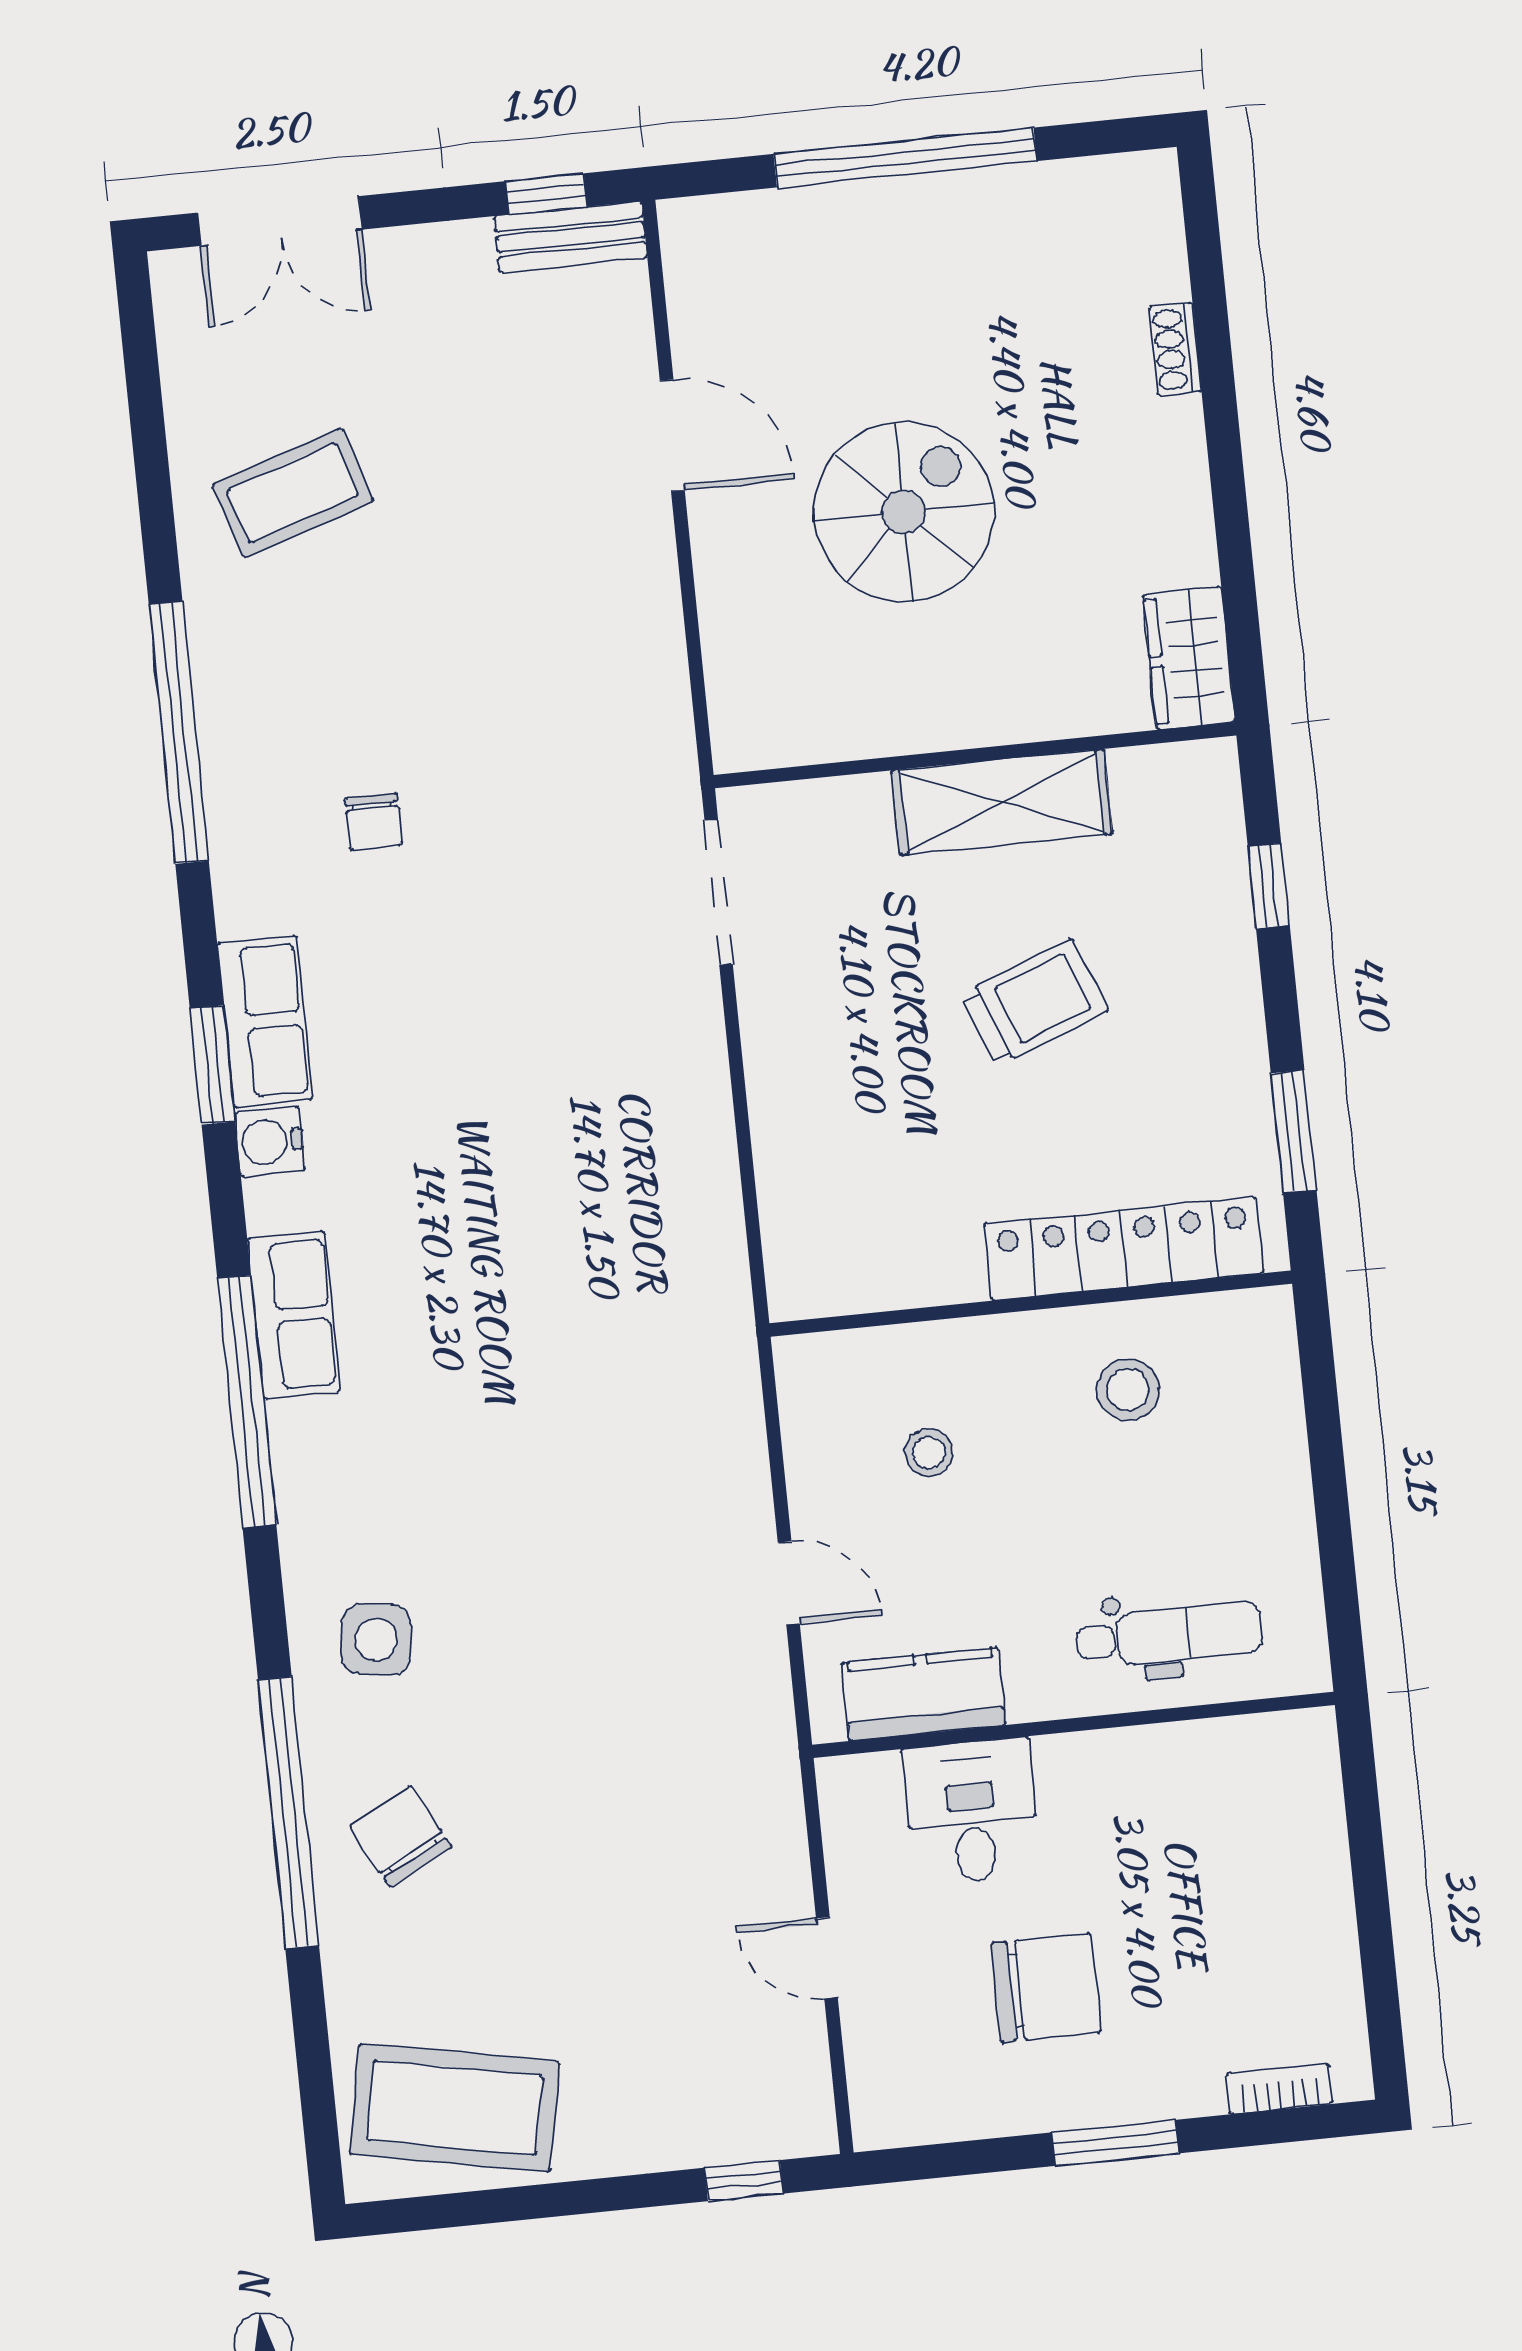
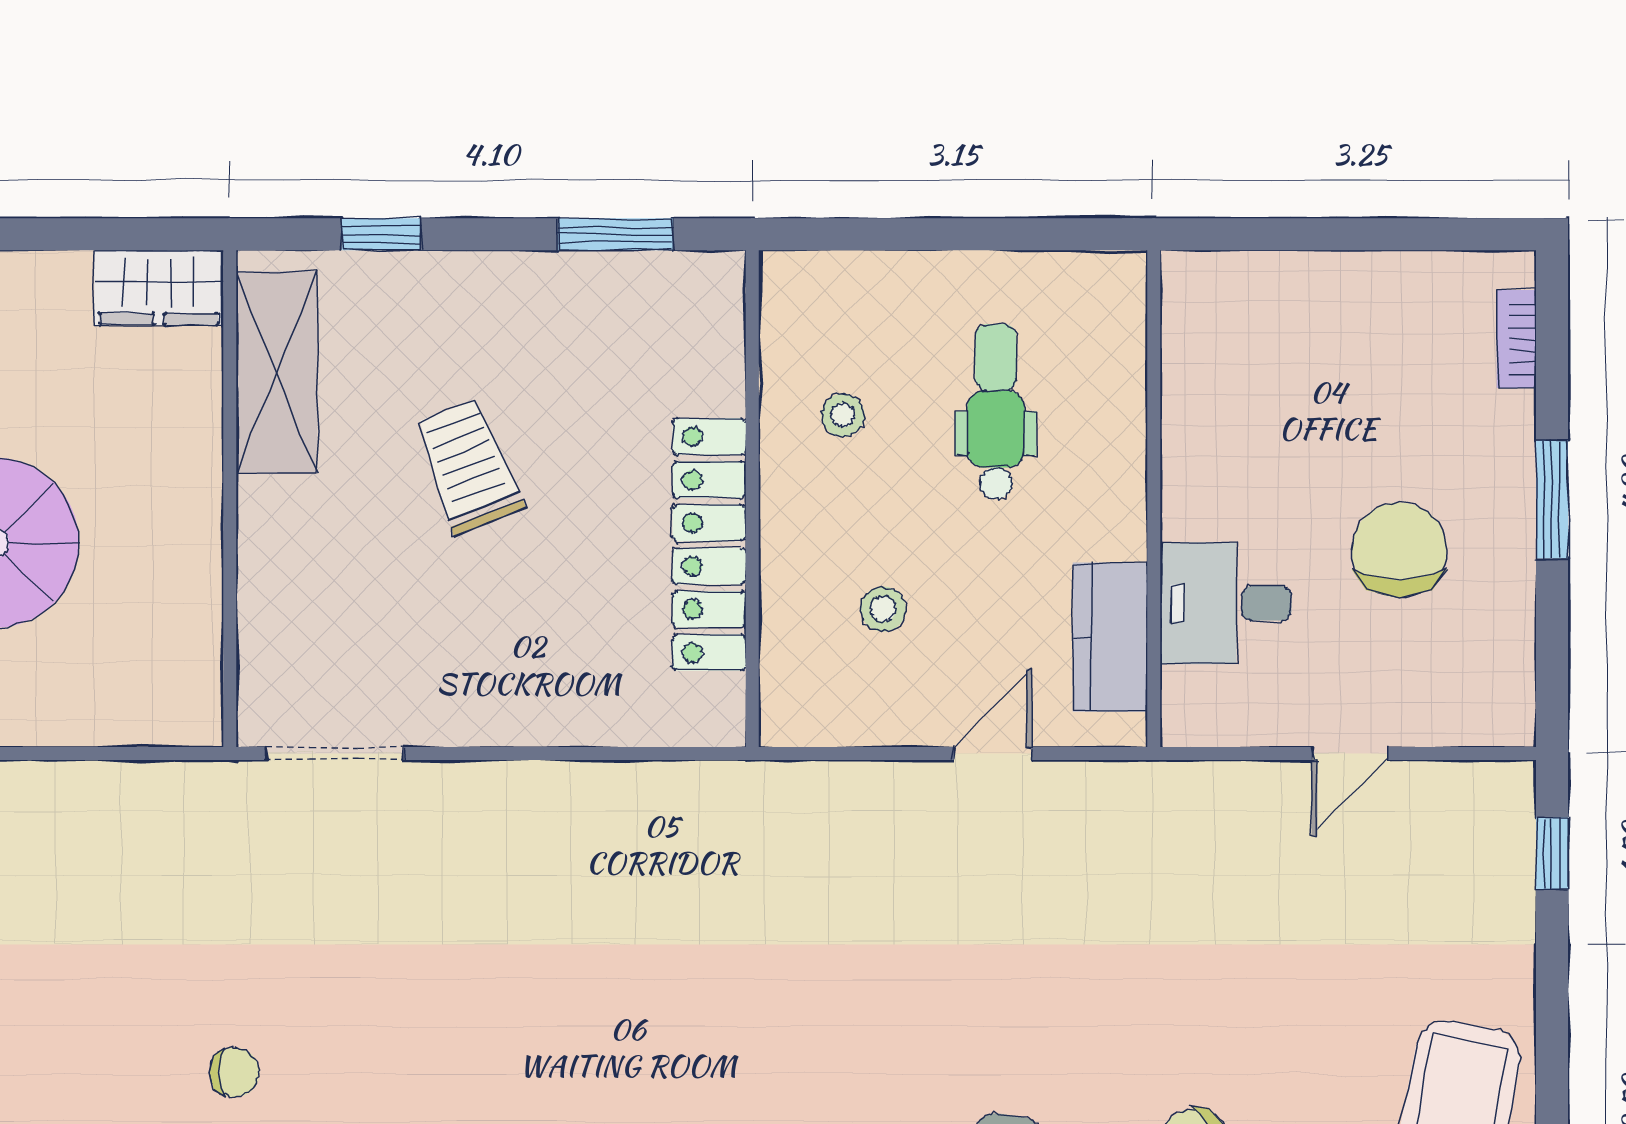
shelving: (1002, 802) -> (277, 372), moved
locker: (1124, 1248) -> (709, 544), moved
stool: (1128, 1390) -> (843, 415), width x0.73, depth x0.73
dental chair: (1169, 1635) -> (996, 411), moved

